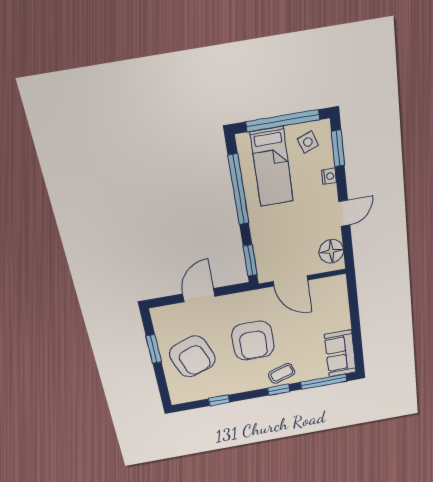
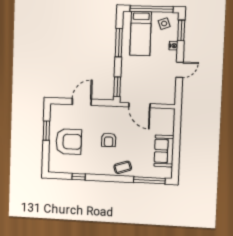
window: (238, 190) -> (119, 43), width x0.68
floor lamp: (331, 251) -> (168, 92), removed
armchair: (253, 341) -> (109, 140), width x0.53, depth x0.53
sofa: (340, 353) -> (164, 151), moved
armchair: (192, 357) -> (69, 142), turned -70
window: (279, 390) -> (119, 179), removed

